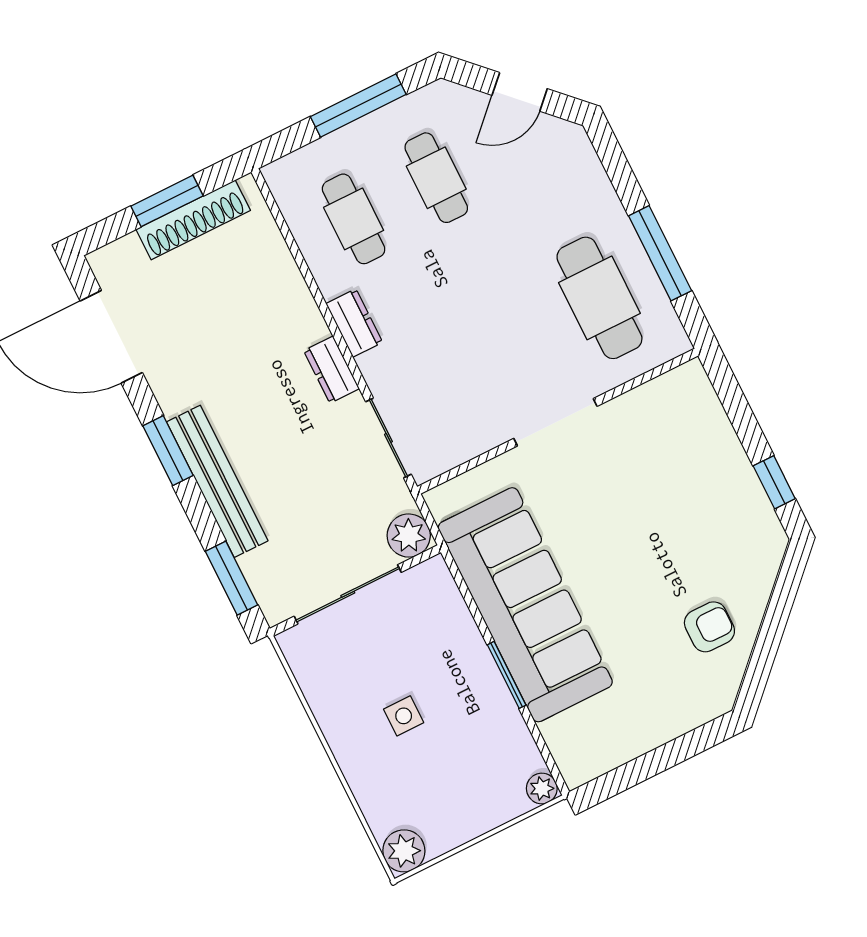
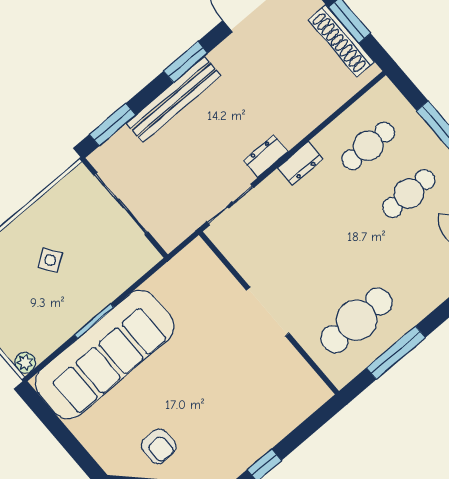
plant: (409, 536) -> (169, 234), removed
sofa: (525, 605) -> (105, 355), moved
side table: (404, 716) -> (50, 260), turned -34

